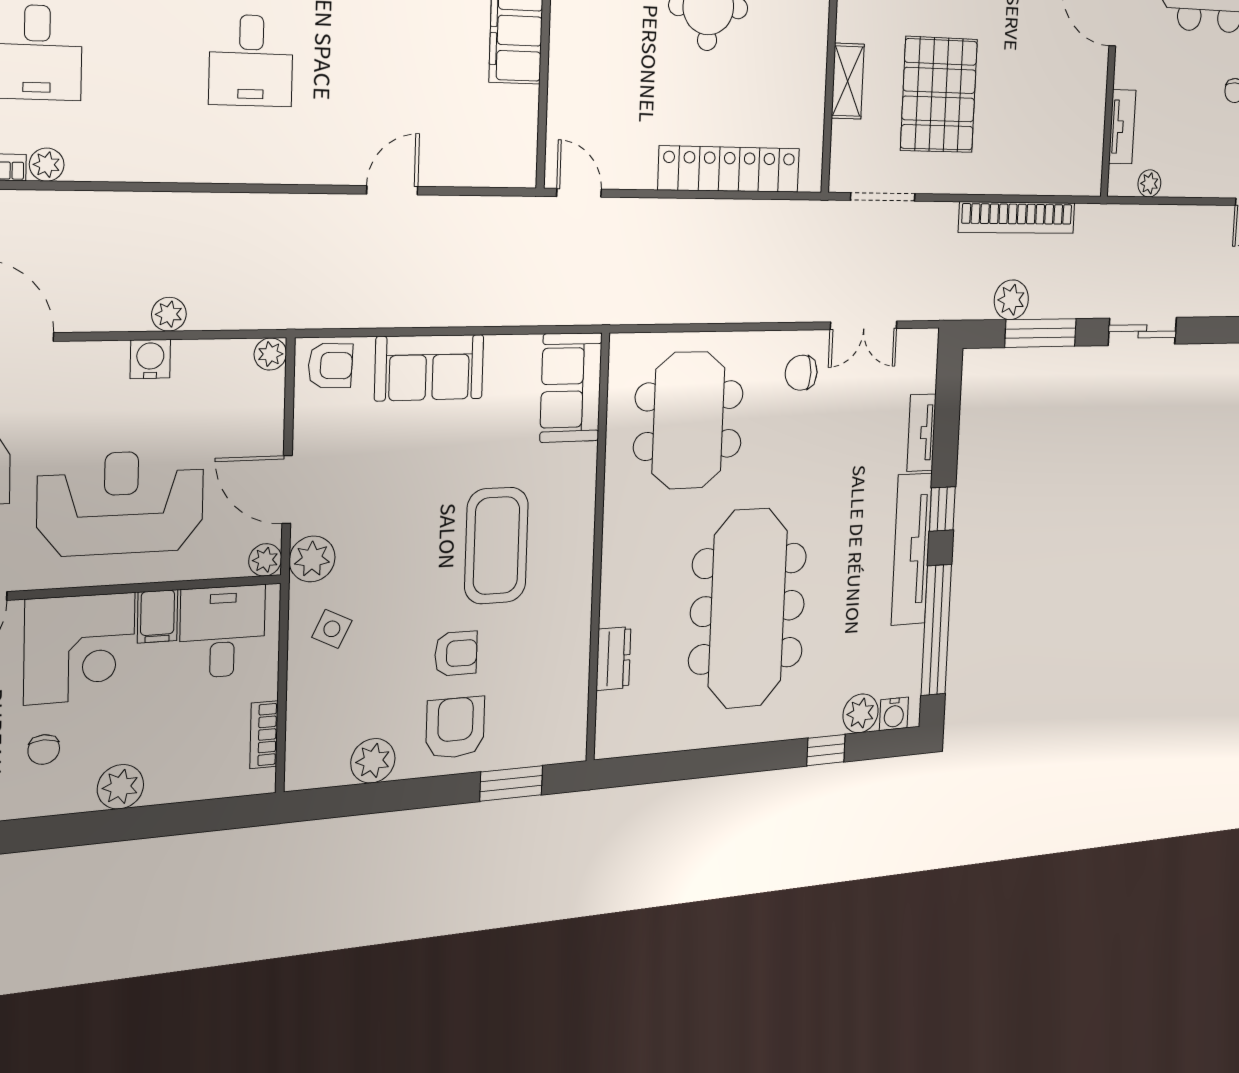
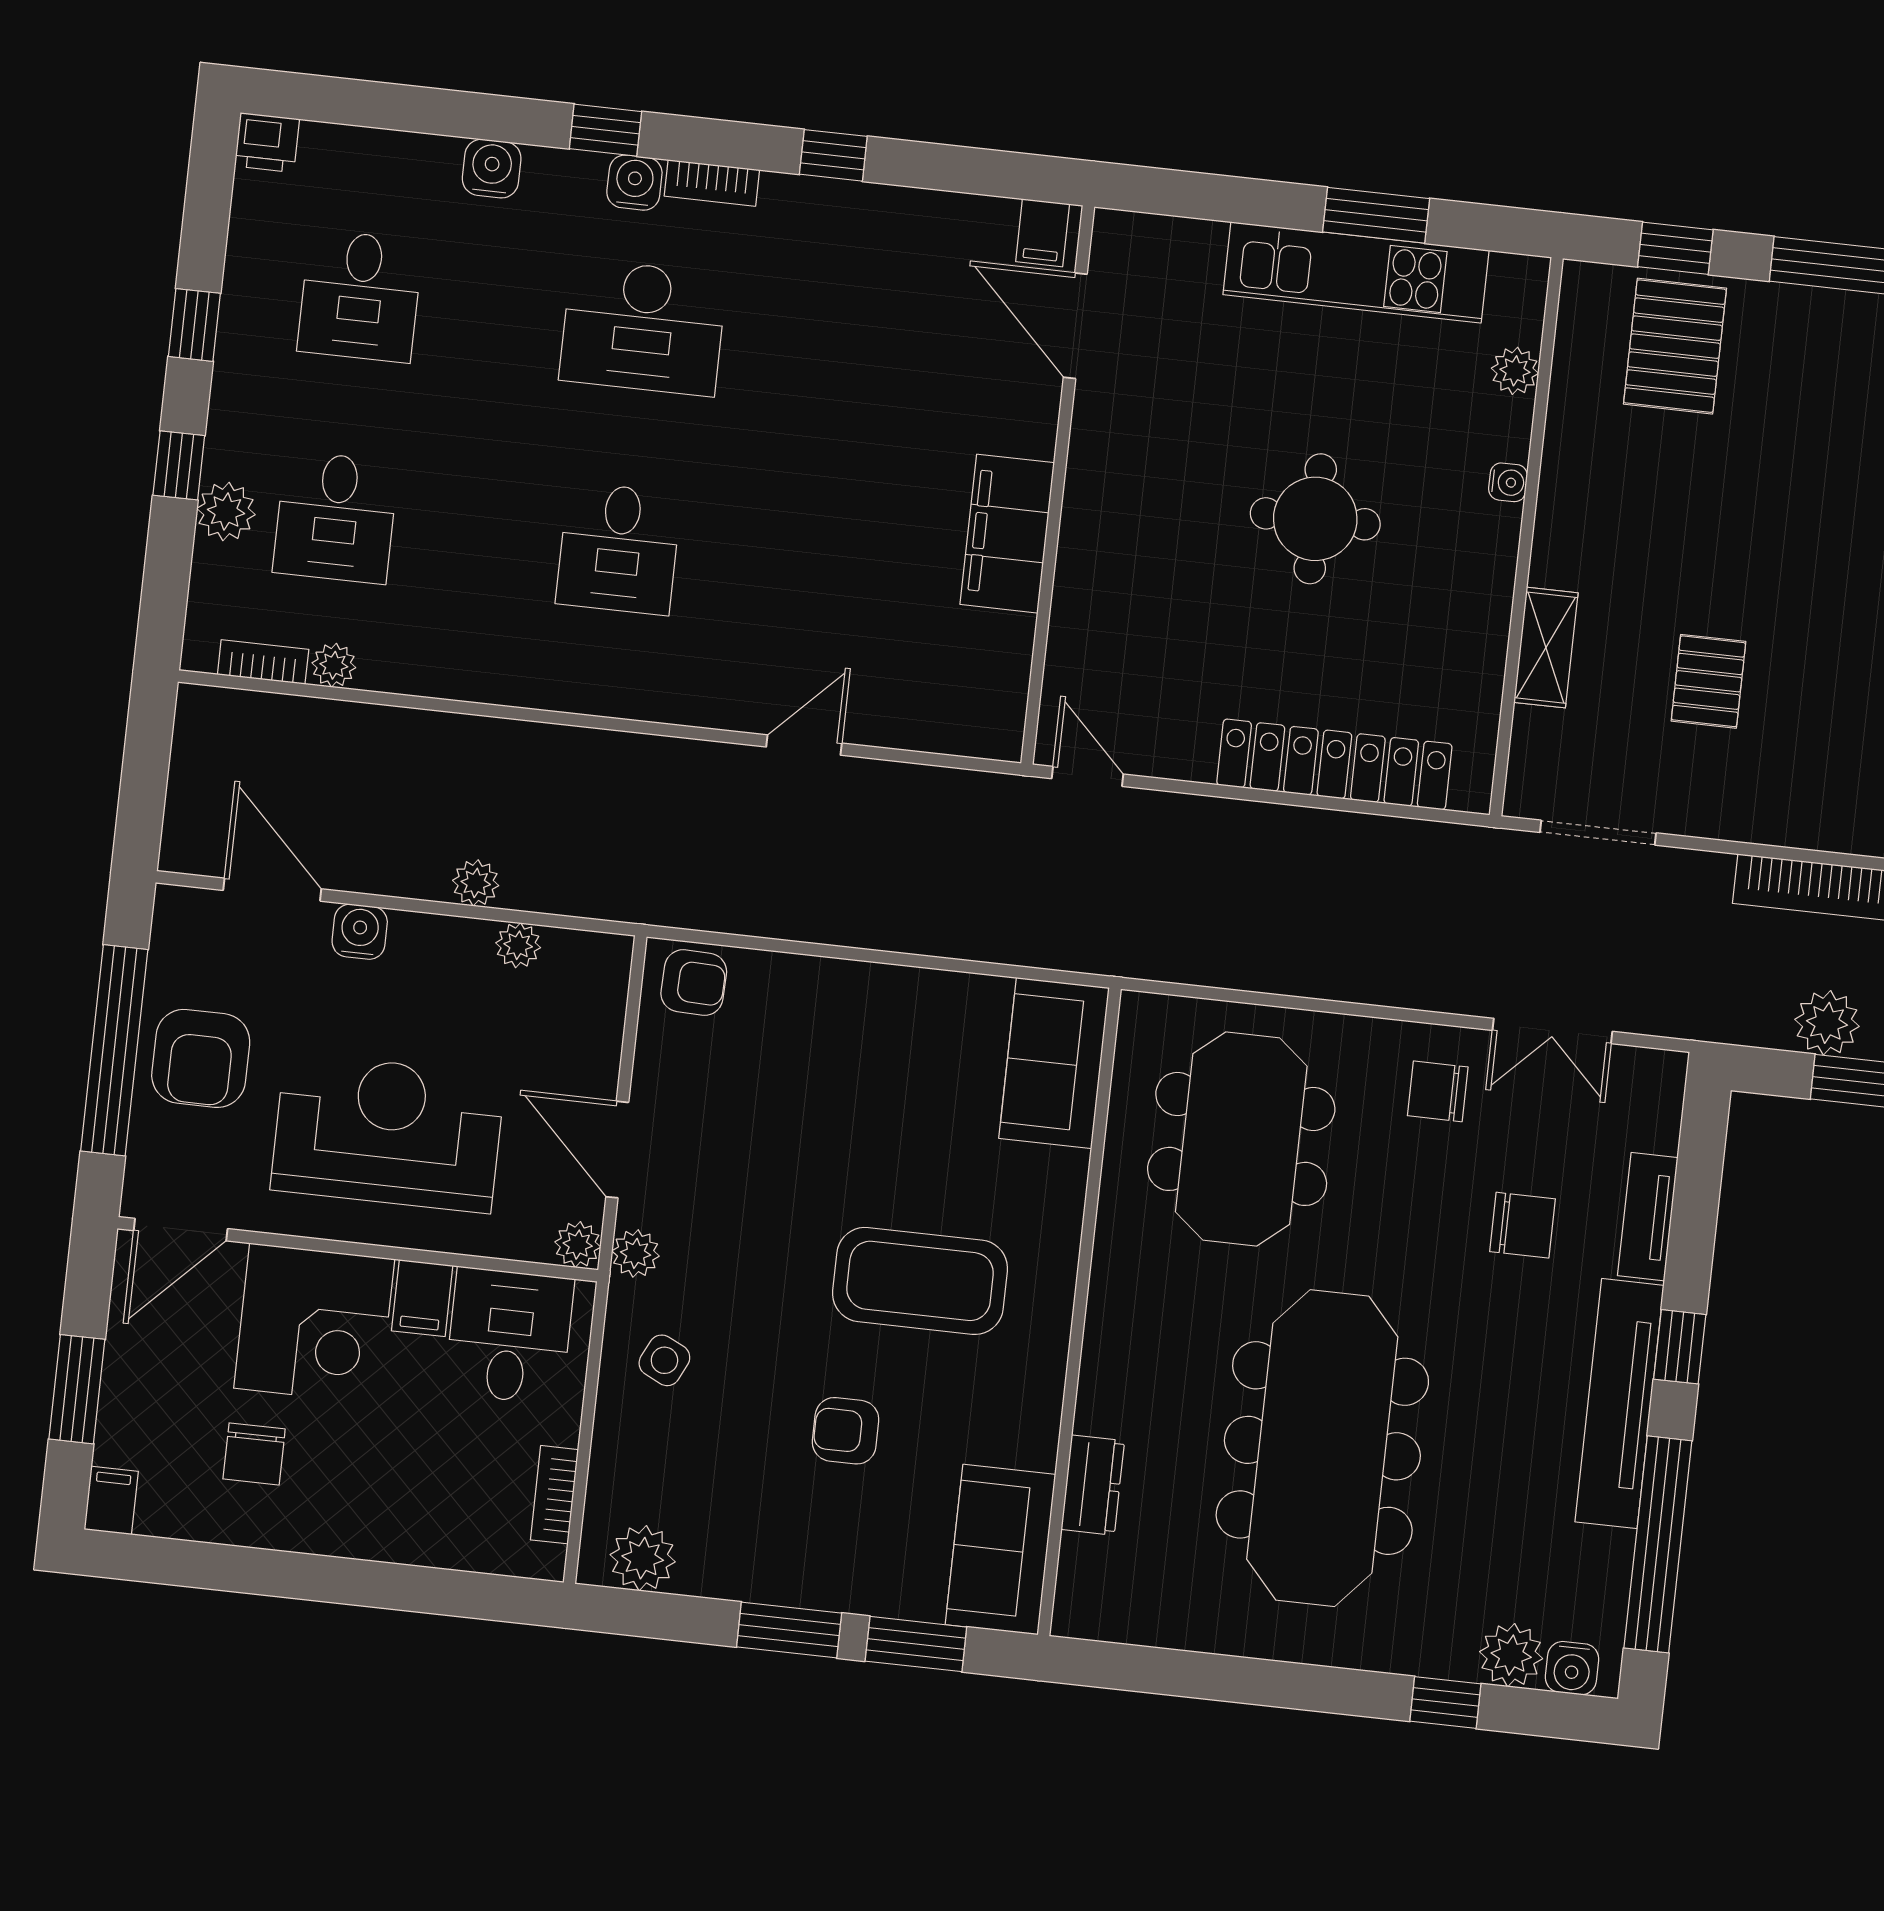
pallet: (939, 95) -> (1708, 681), width x0.49, depth x0.50
plant: (270, 354) -> (518, 945), moved
water cooler: (150, 359) -> (360, 932), moved
sofa: (429, 368) -> (1000, 1550), moved, turned 90
chair: (853, 449) -> (1522, 1225), added
coffee table: (496, 546) -> (920, 1281), turned 90
plant: (312, 559) -> (636, 1253), width x0.73, depth x0.73
armchair: (456, 654) -> (846, 1431), turned 180
armchair: (455, 728) -> (836, 1542), removed
chair: (44, 750) -> (254, 1454), width x1.37, depth x1.37
plant: (373, 761) -> (643, 1558), moved
plant: (120, 787) -> (350, 1527), removed
window: (429, 792) -> (789, 1630), added

